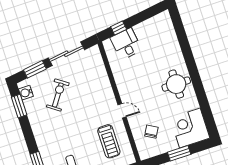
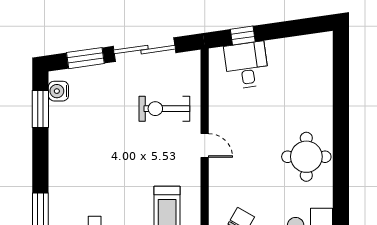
exercise bike: (58, 95) -> (164, 109), moved, turned -125
door: (122, 111) -> (205, 145), moved

